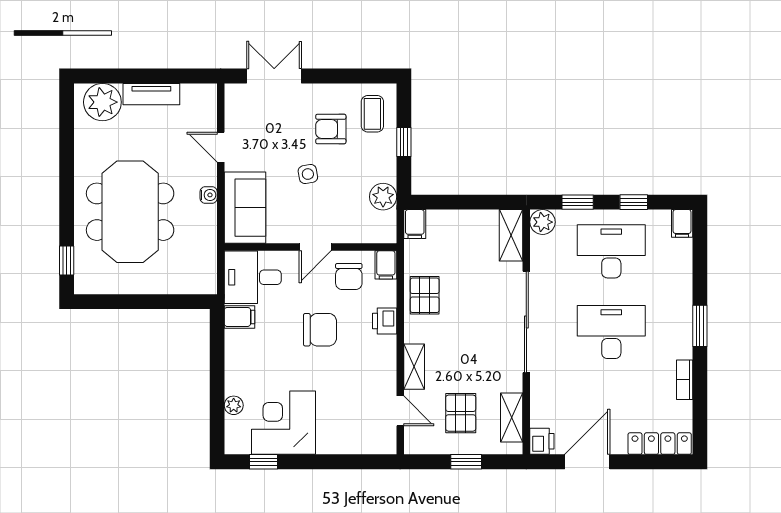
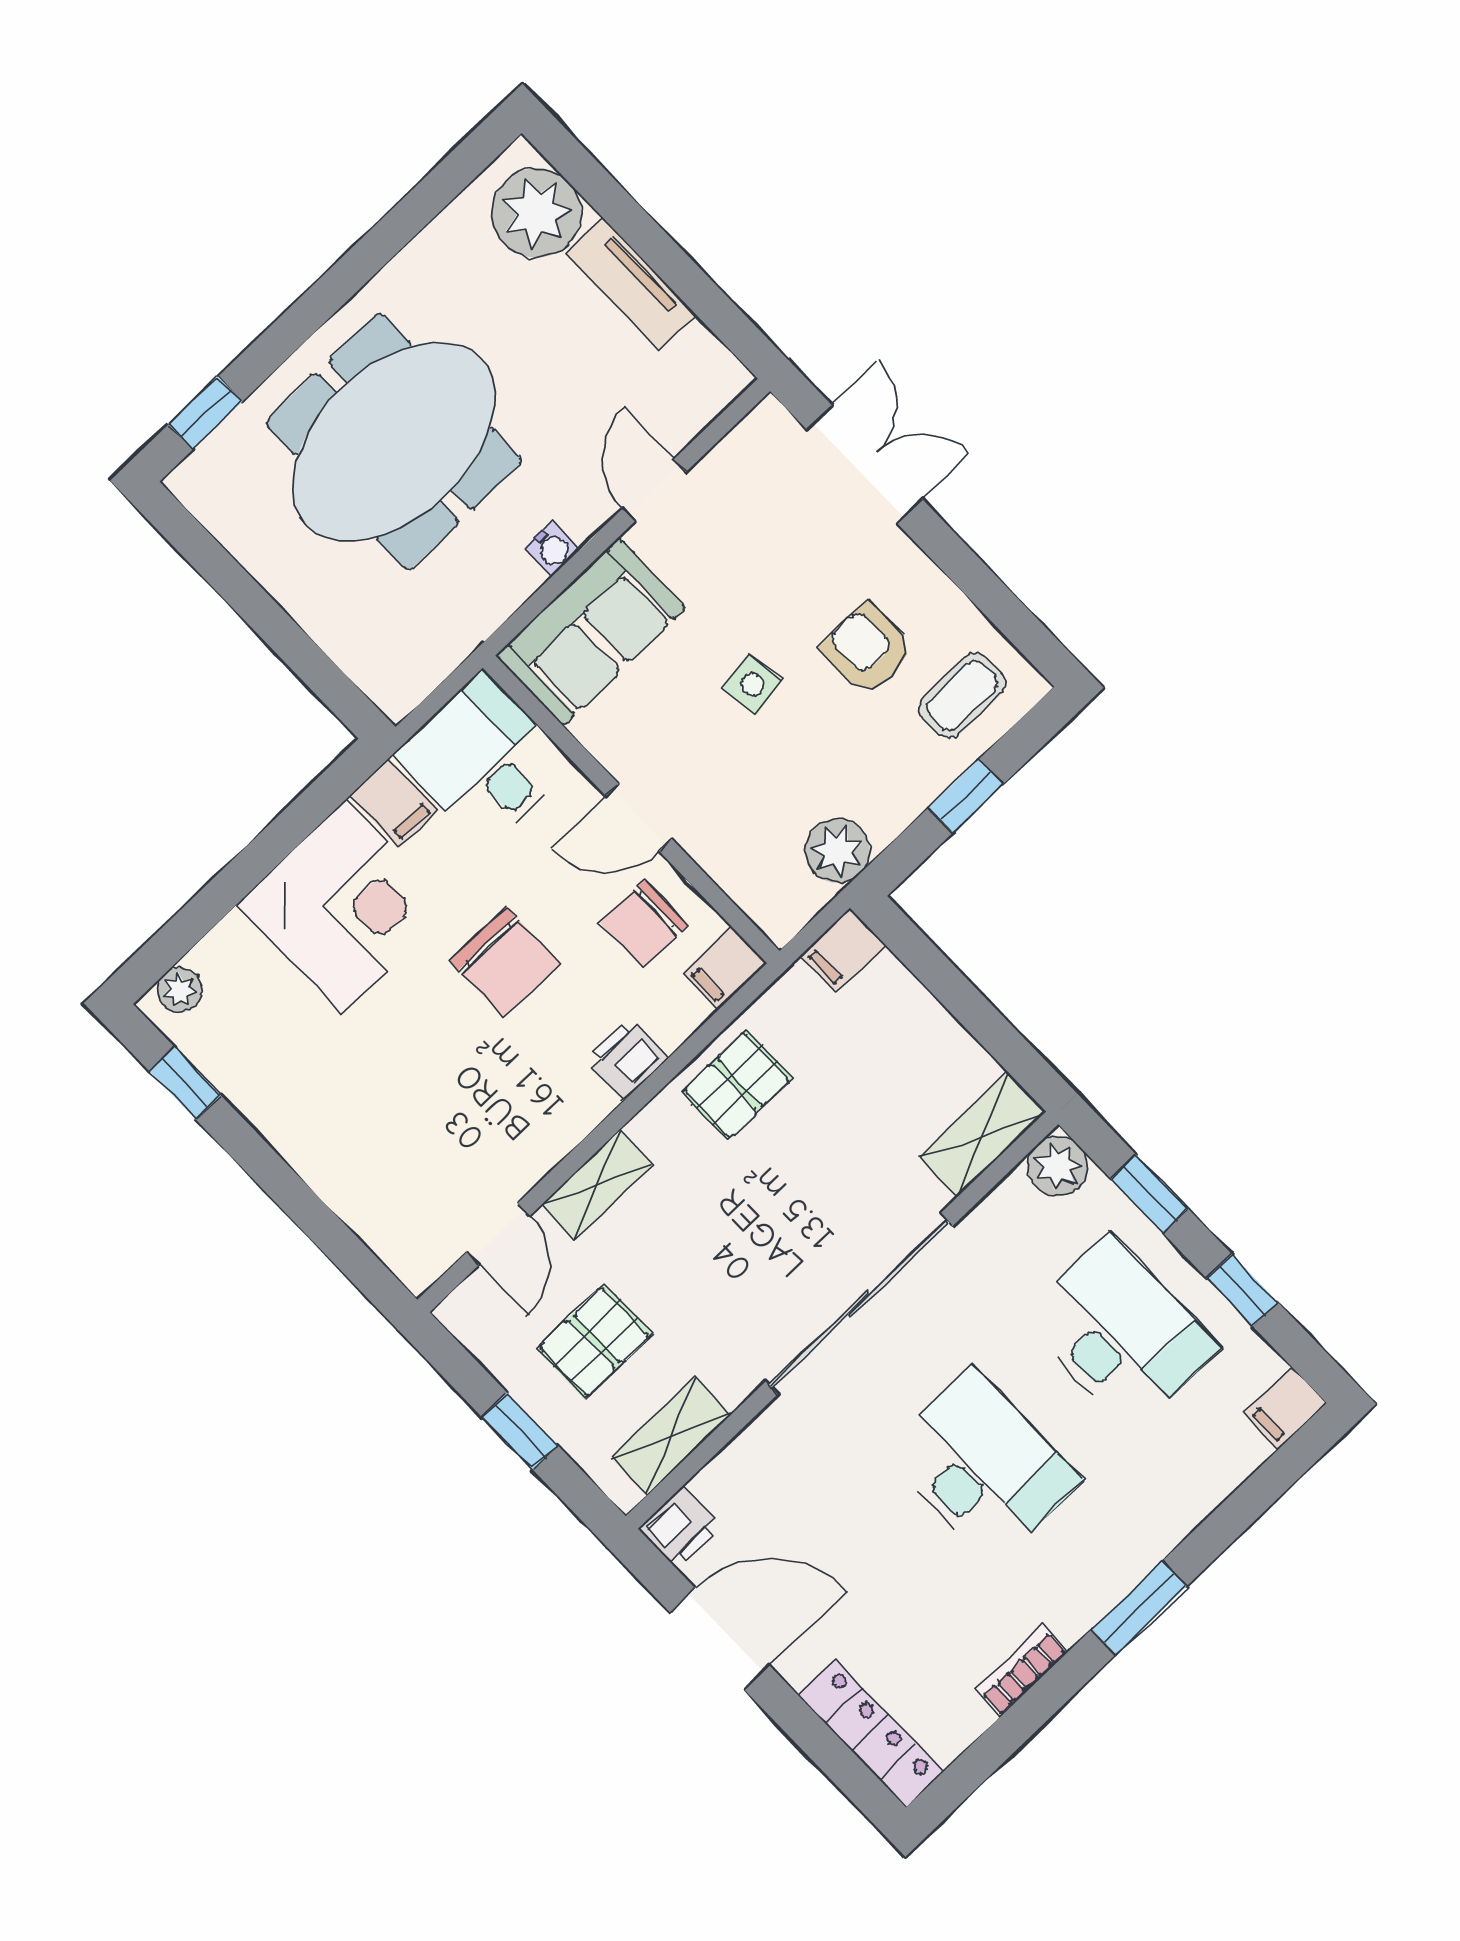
plant: (234, 405) -> (180, 990), moved
corner desk: (284, 423) -> (344, 906), moved, turned 90

